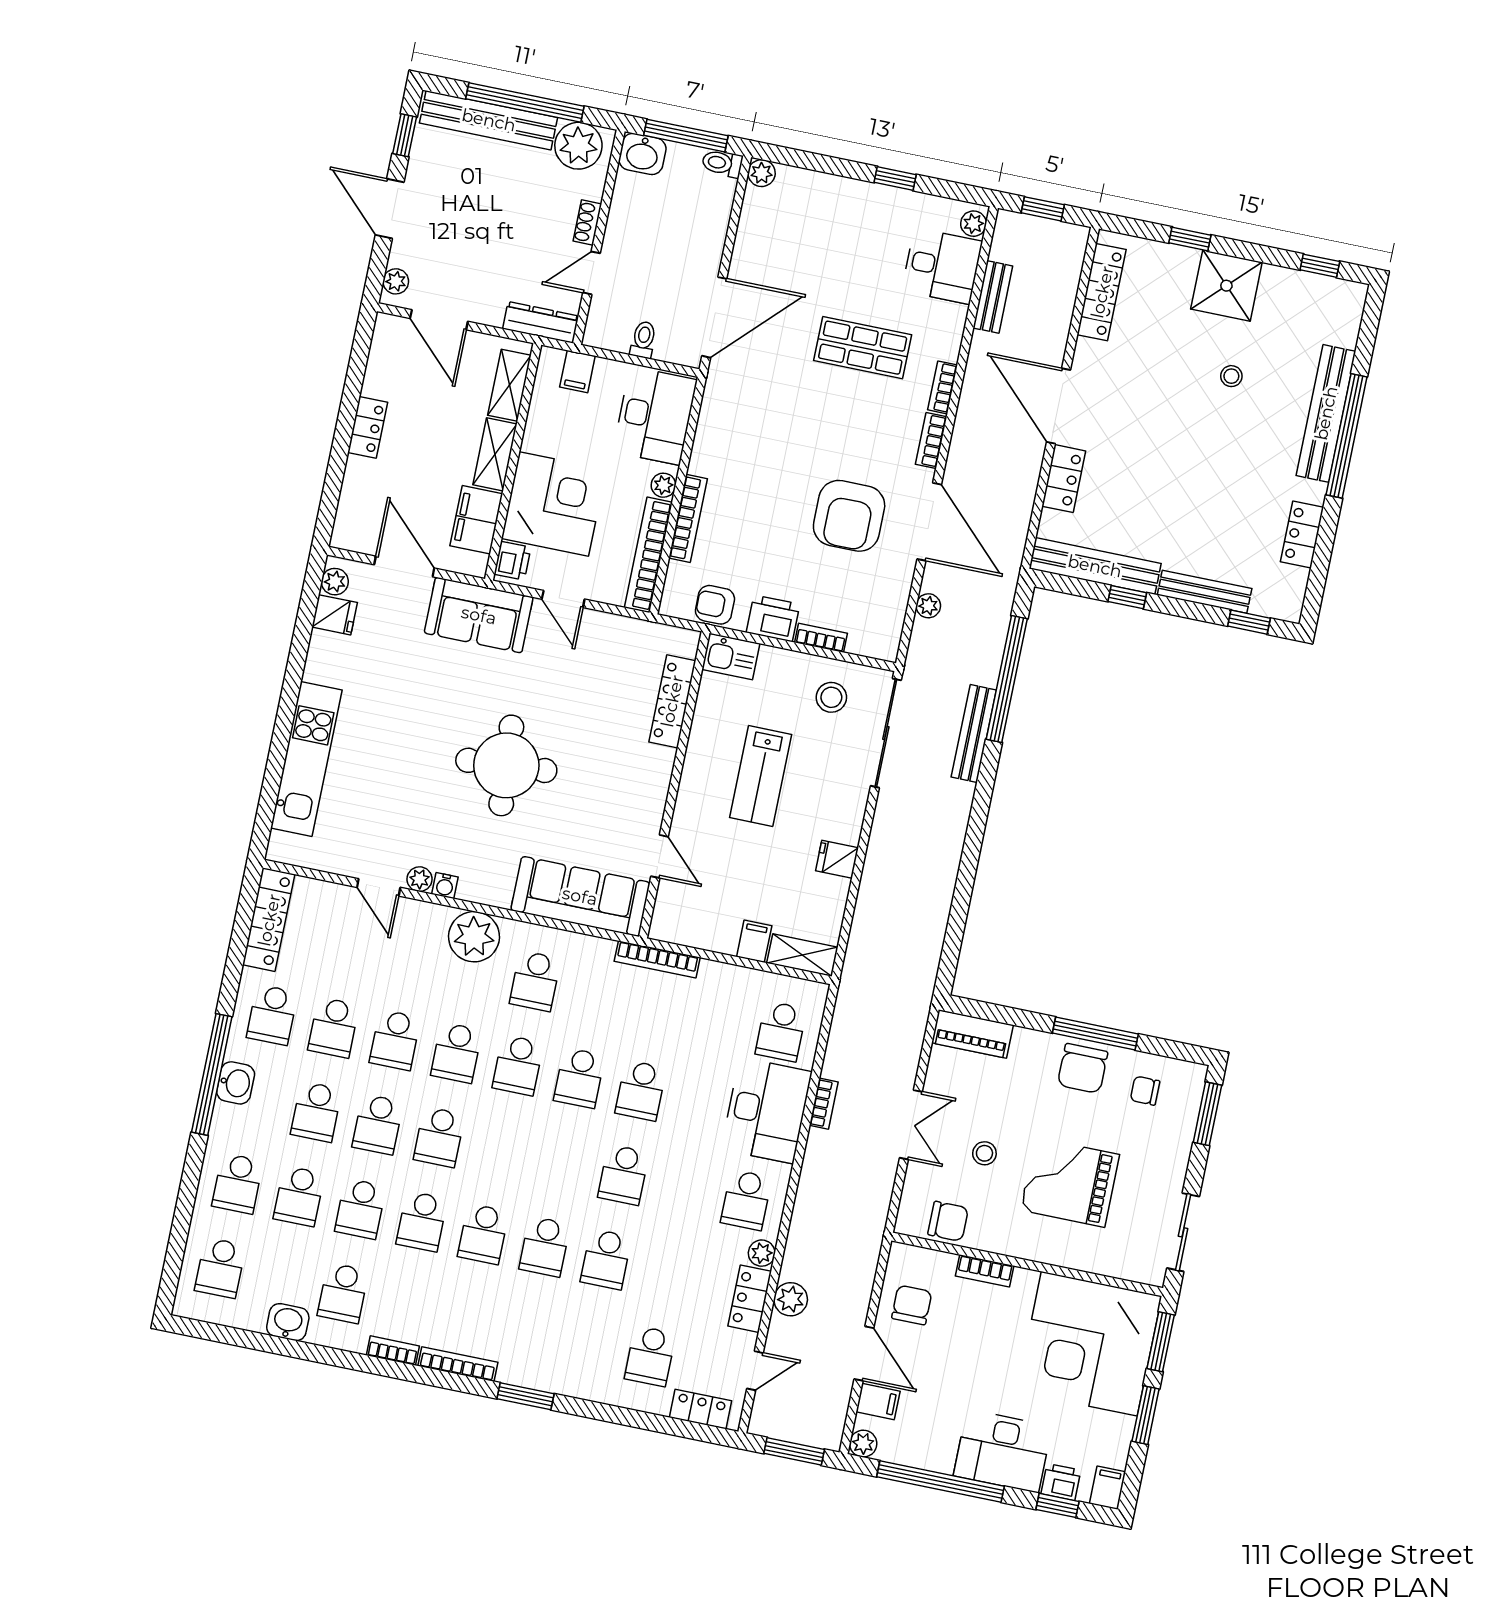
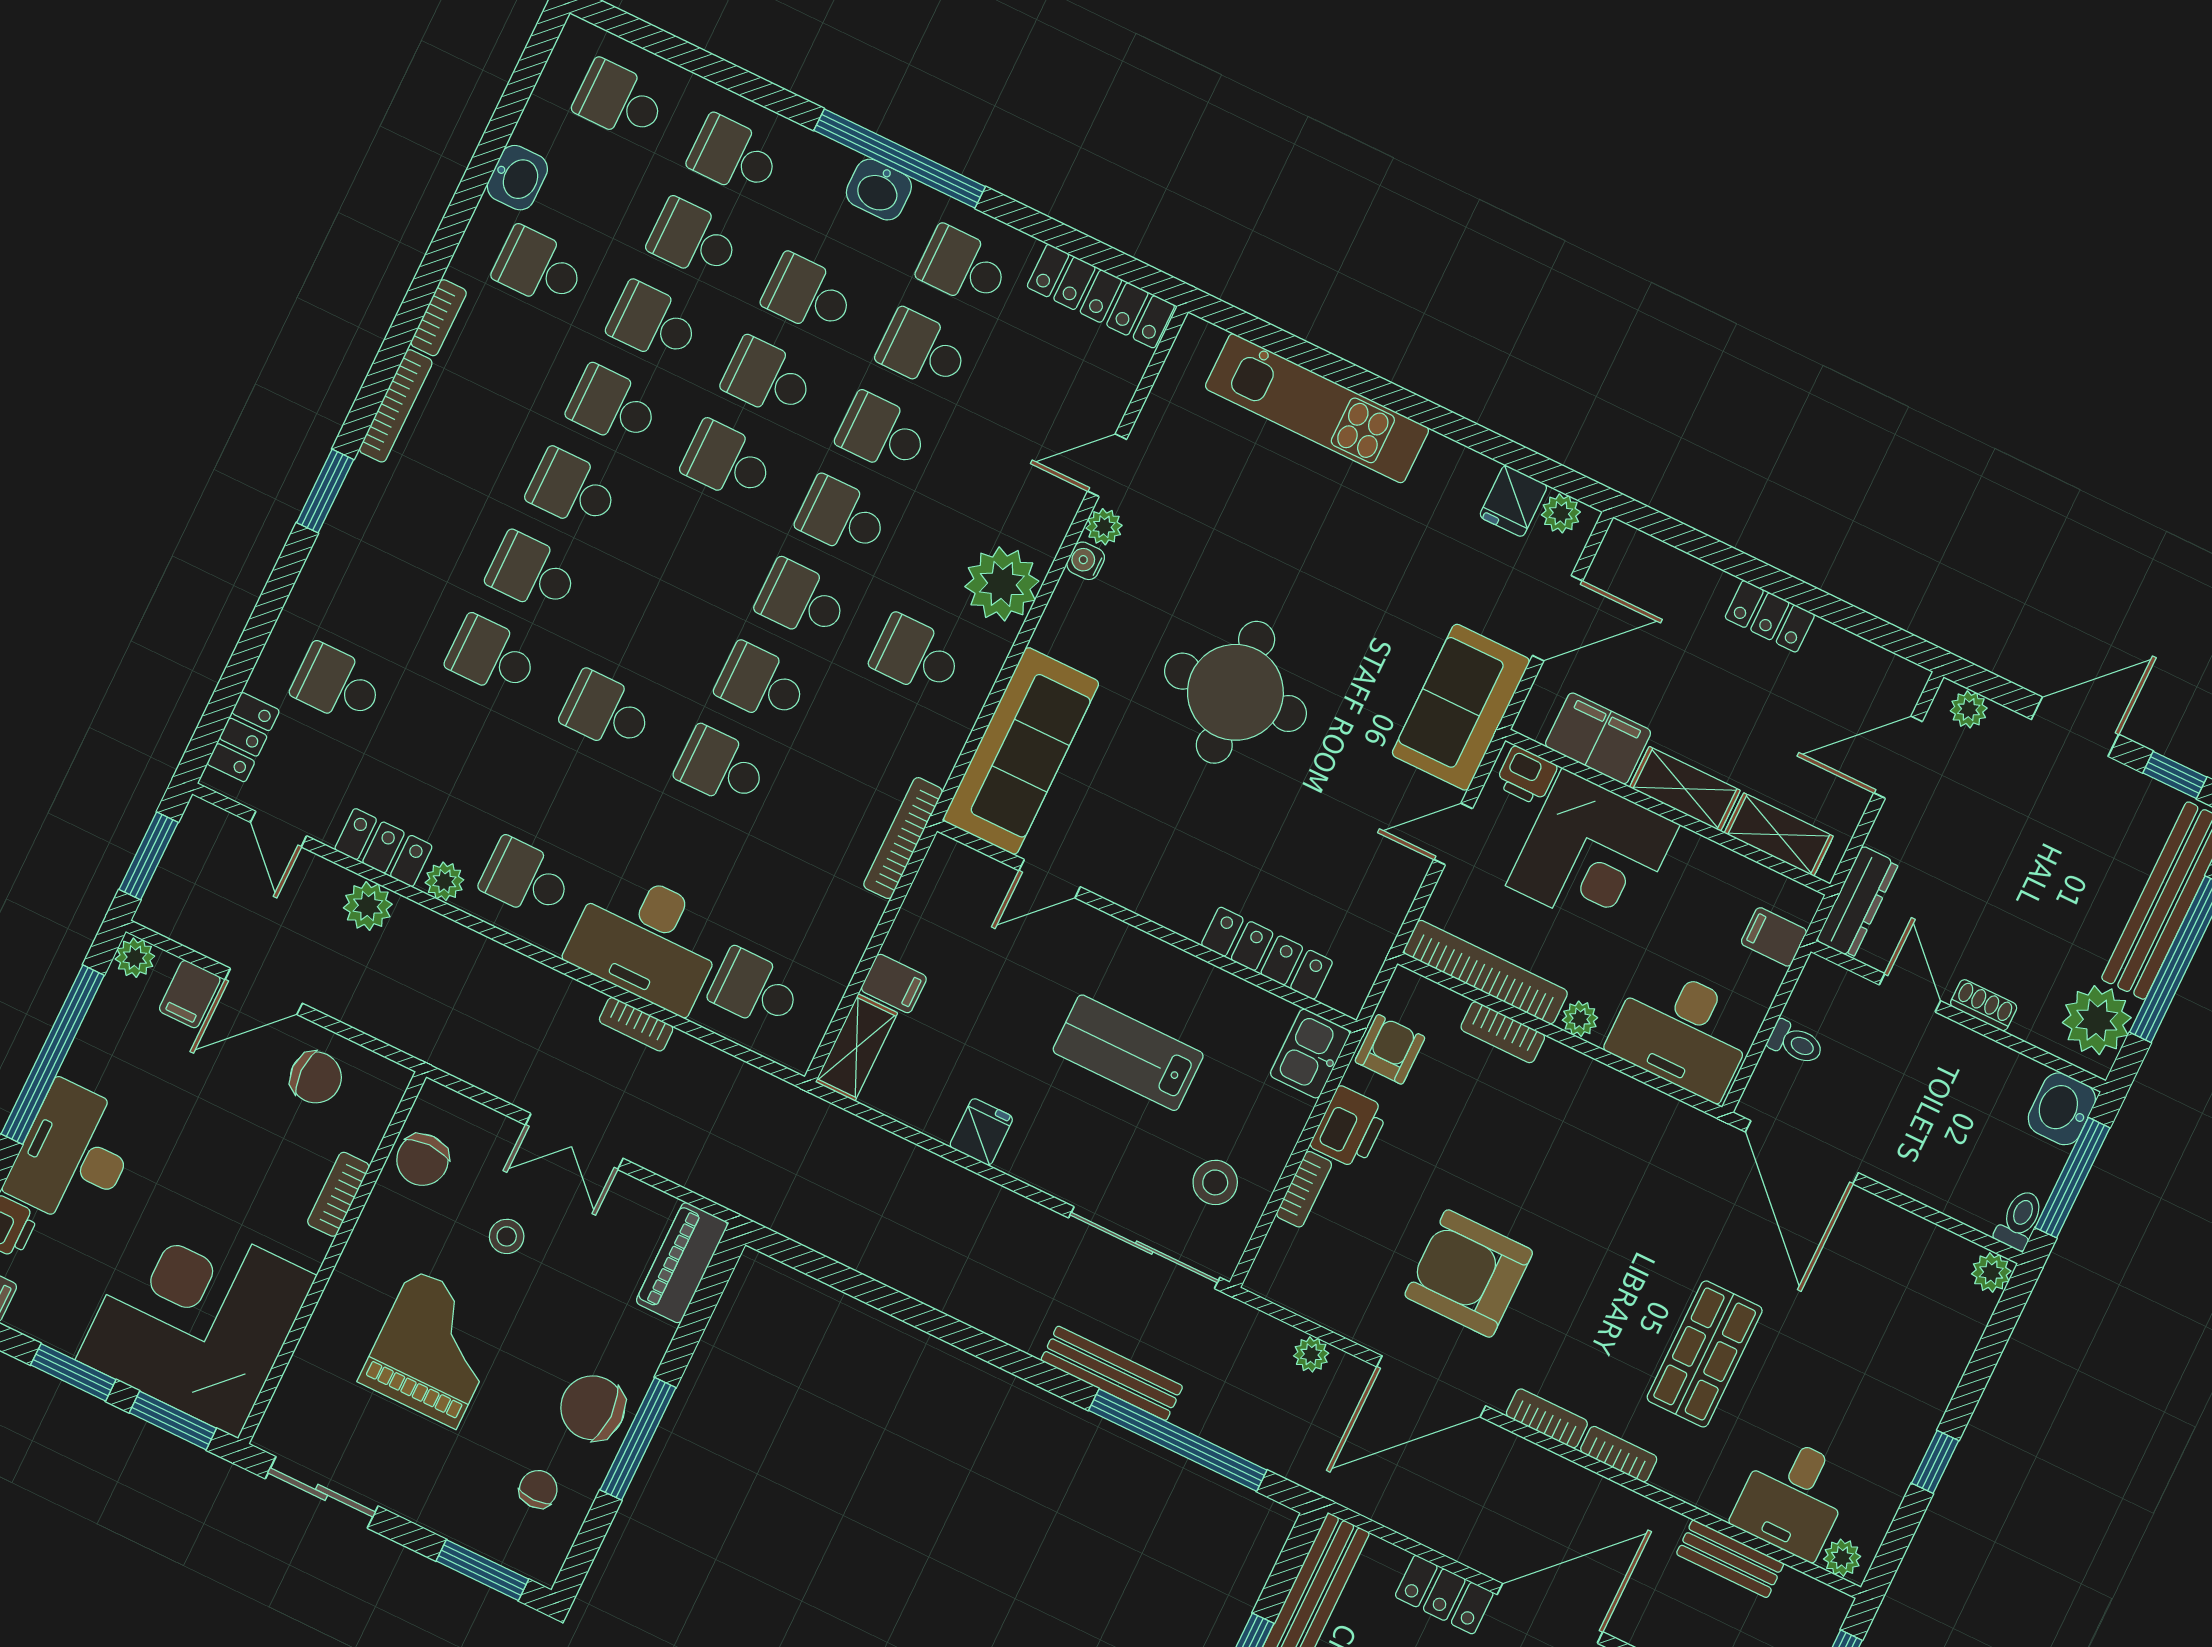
bookcase: (688, 518) -> (1503, 1032), width x0.64

